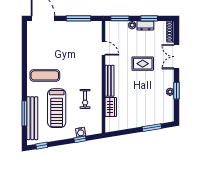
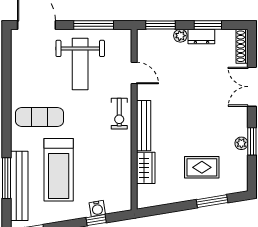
weight bench: (70, 43) -> (80, 64), added
rug: (143, 64) -> (202, 167), moved
exercise bike: (85, 99) -> (119, 114), moved

